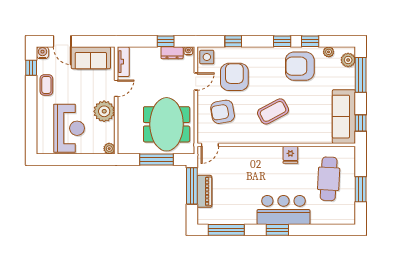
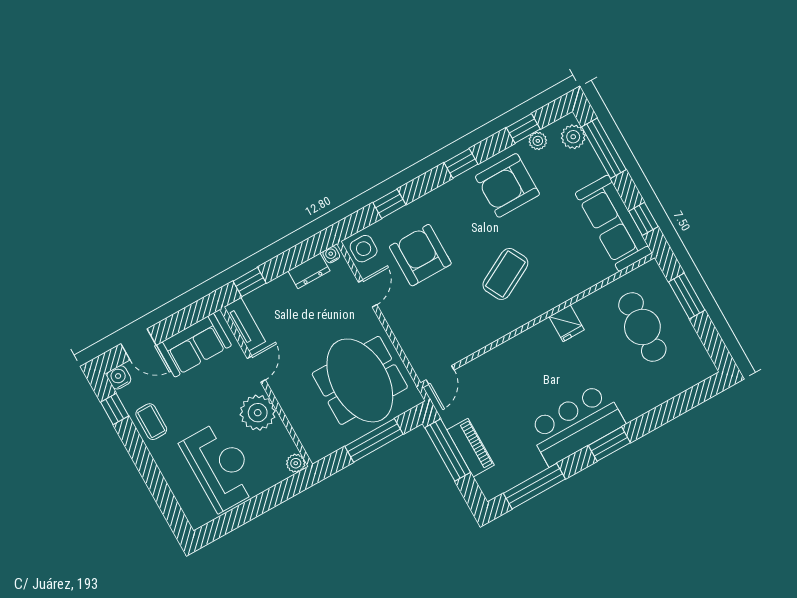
window: (166, 41) -> (250, 282), moved
window: (310, 41) -> (523, 128), moved
armchair: (223, 112) -> (432, 316), removed
window: (361, 189) -> (687, 296), moved
bar counter: (283, 210) -> (576, 424), moved

